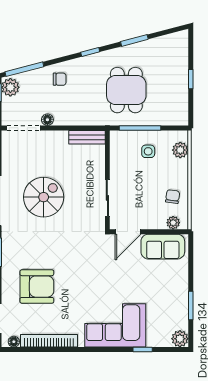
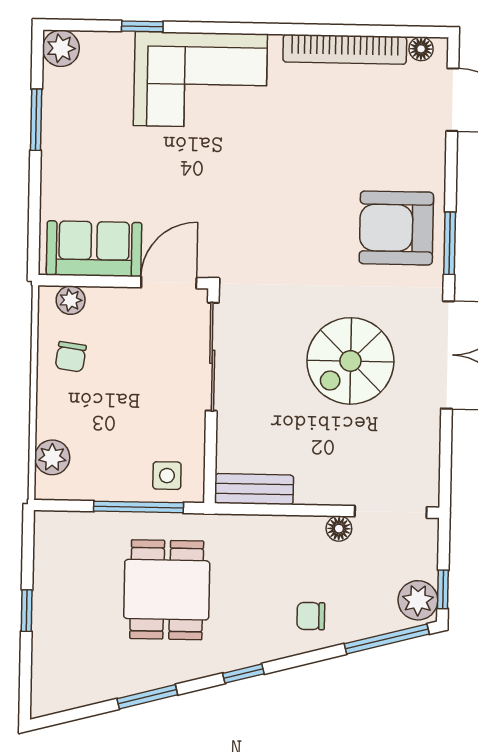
side table: (148, 151) -> (167, 476), moved
sliding door: (107, 198) -> (212, 357), width x1.37
armchair: (37, 287) -> (396, 228), moved

